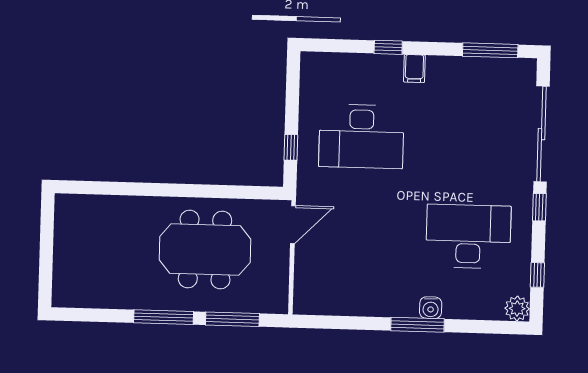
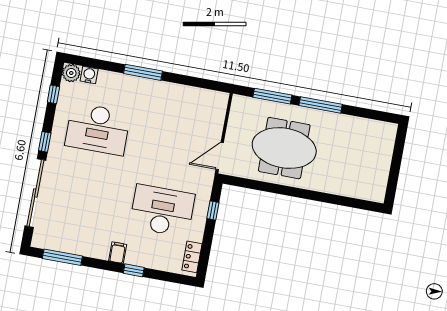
locker: (310, 78) -> (192, 257), added
water cooler: (431, 308) -> (89, 75), moved

